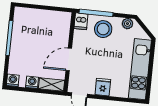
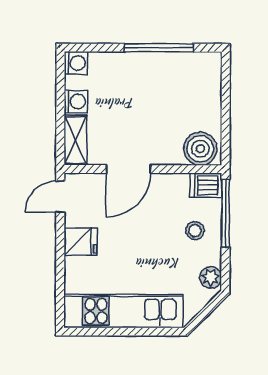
boiler: (62, 22) -> (200, 149), added
stool: (103, 29) -> (195, 231), width x0.53, depth x0.53
door: (69, 59) -> (128, 169), swing flipped

